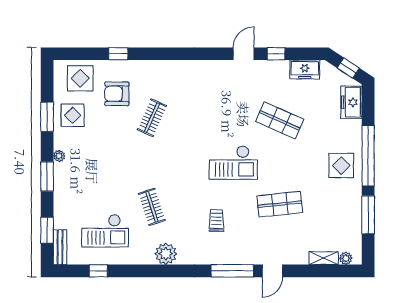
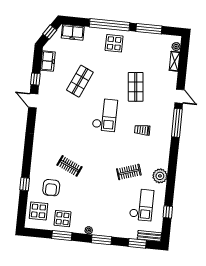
plant: (166, 254) -> (160, 176), moved

